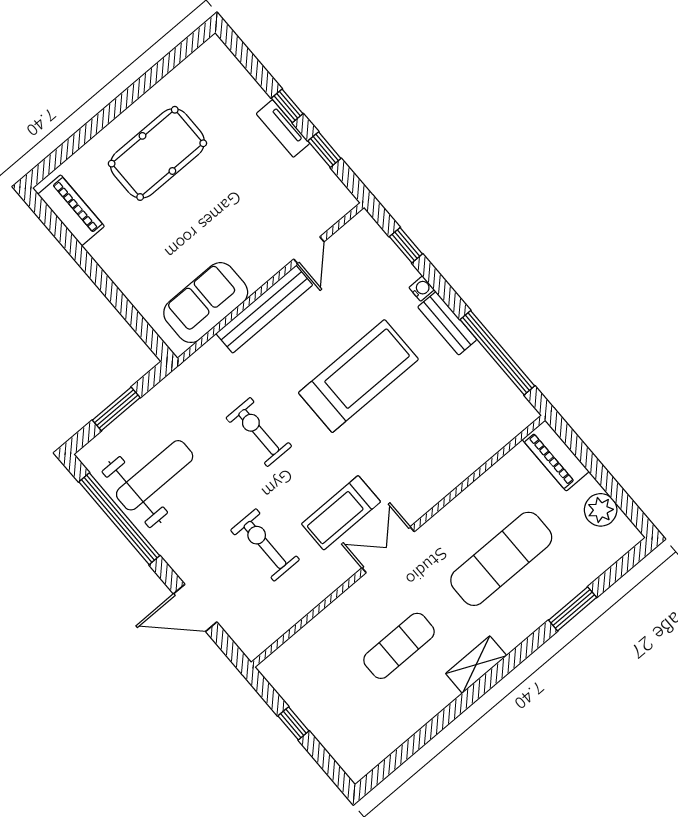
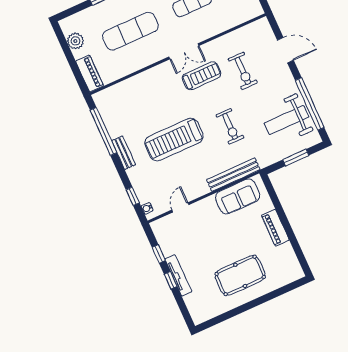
tv unit: (283, 129) -> (178, 275), width x1.41
piano: (71, 210) -> (275, 228), moved
water cooler: (422, 289) -> (147, 208), moved
bench: (264, 309) -> (233, 175), moved

